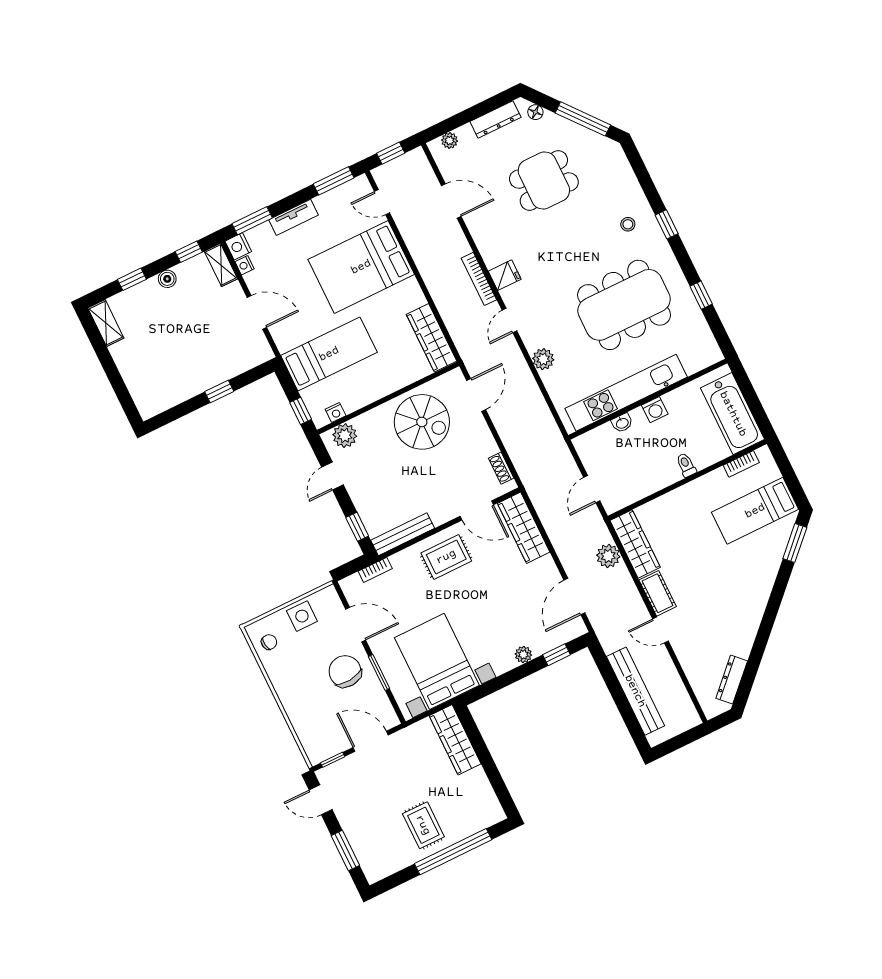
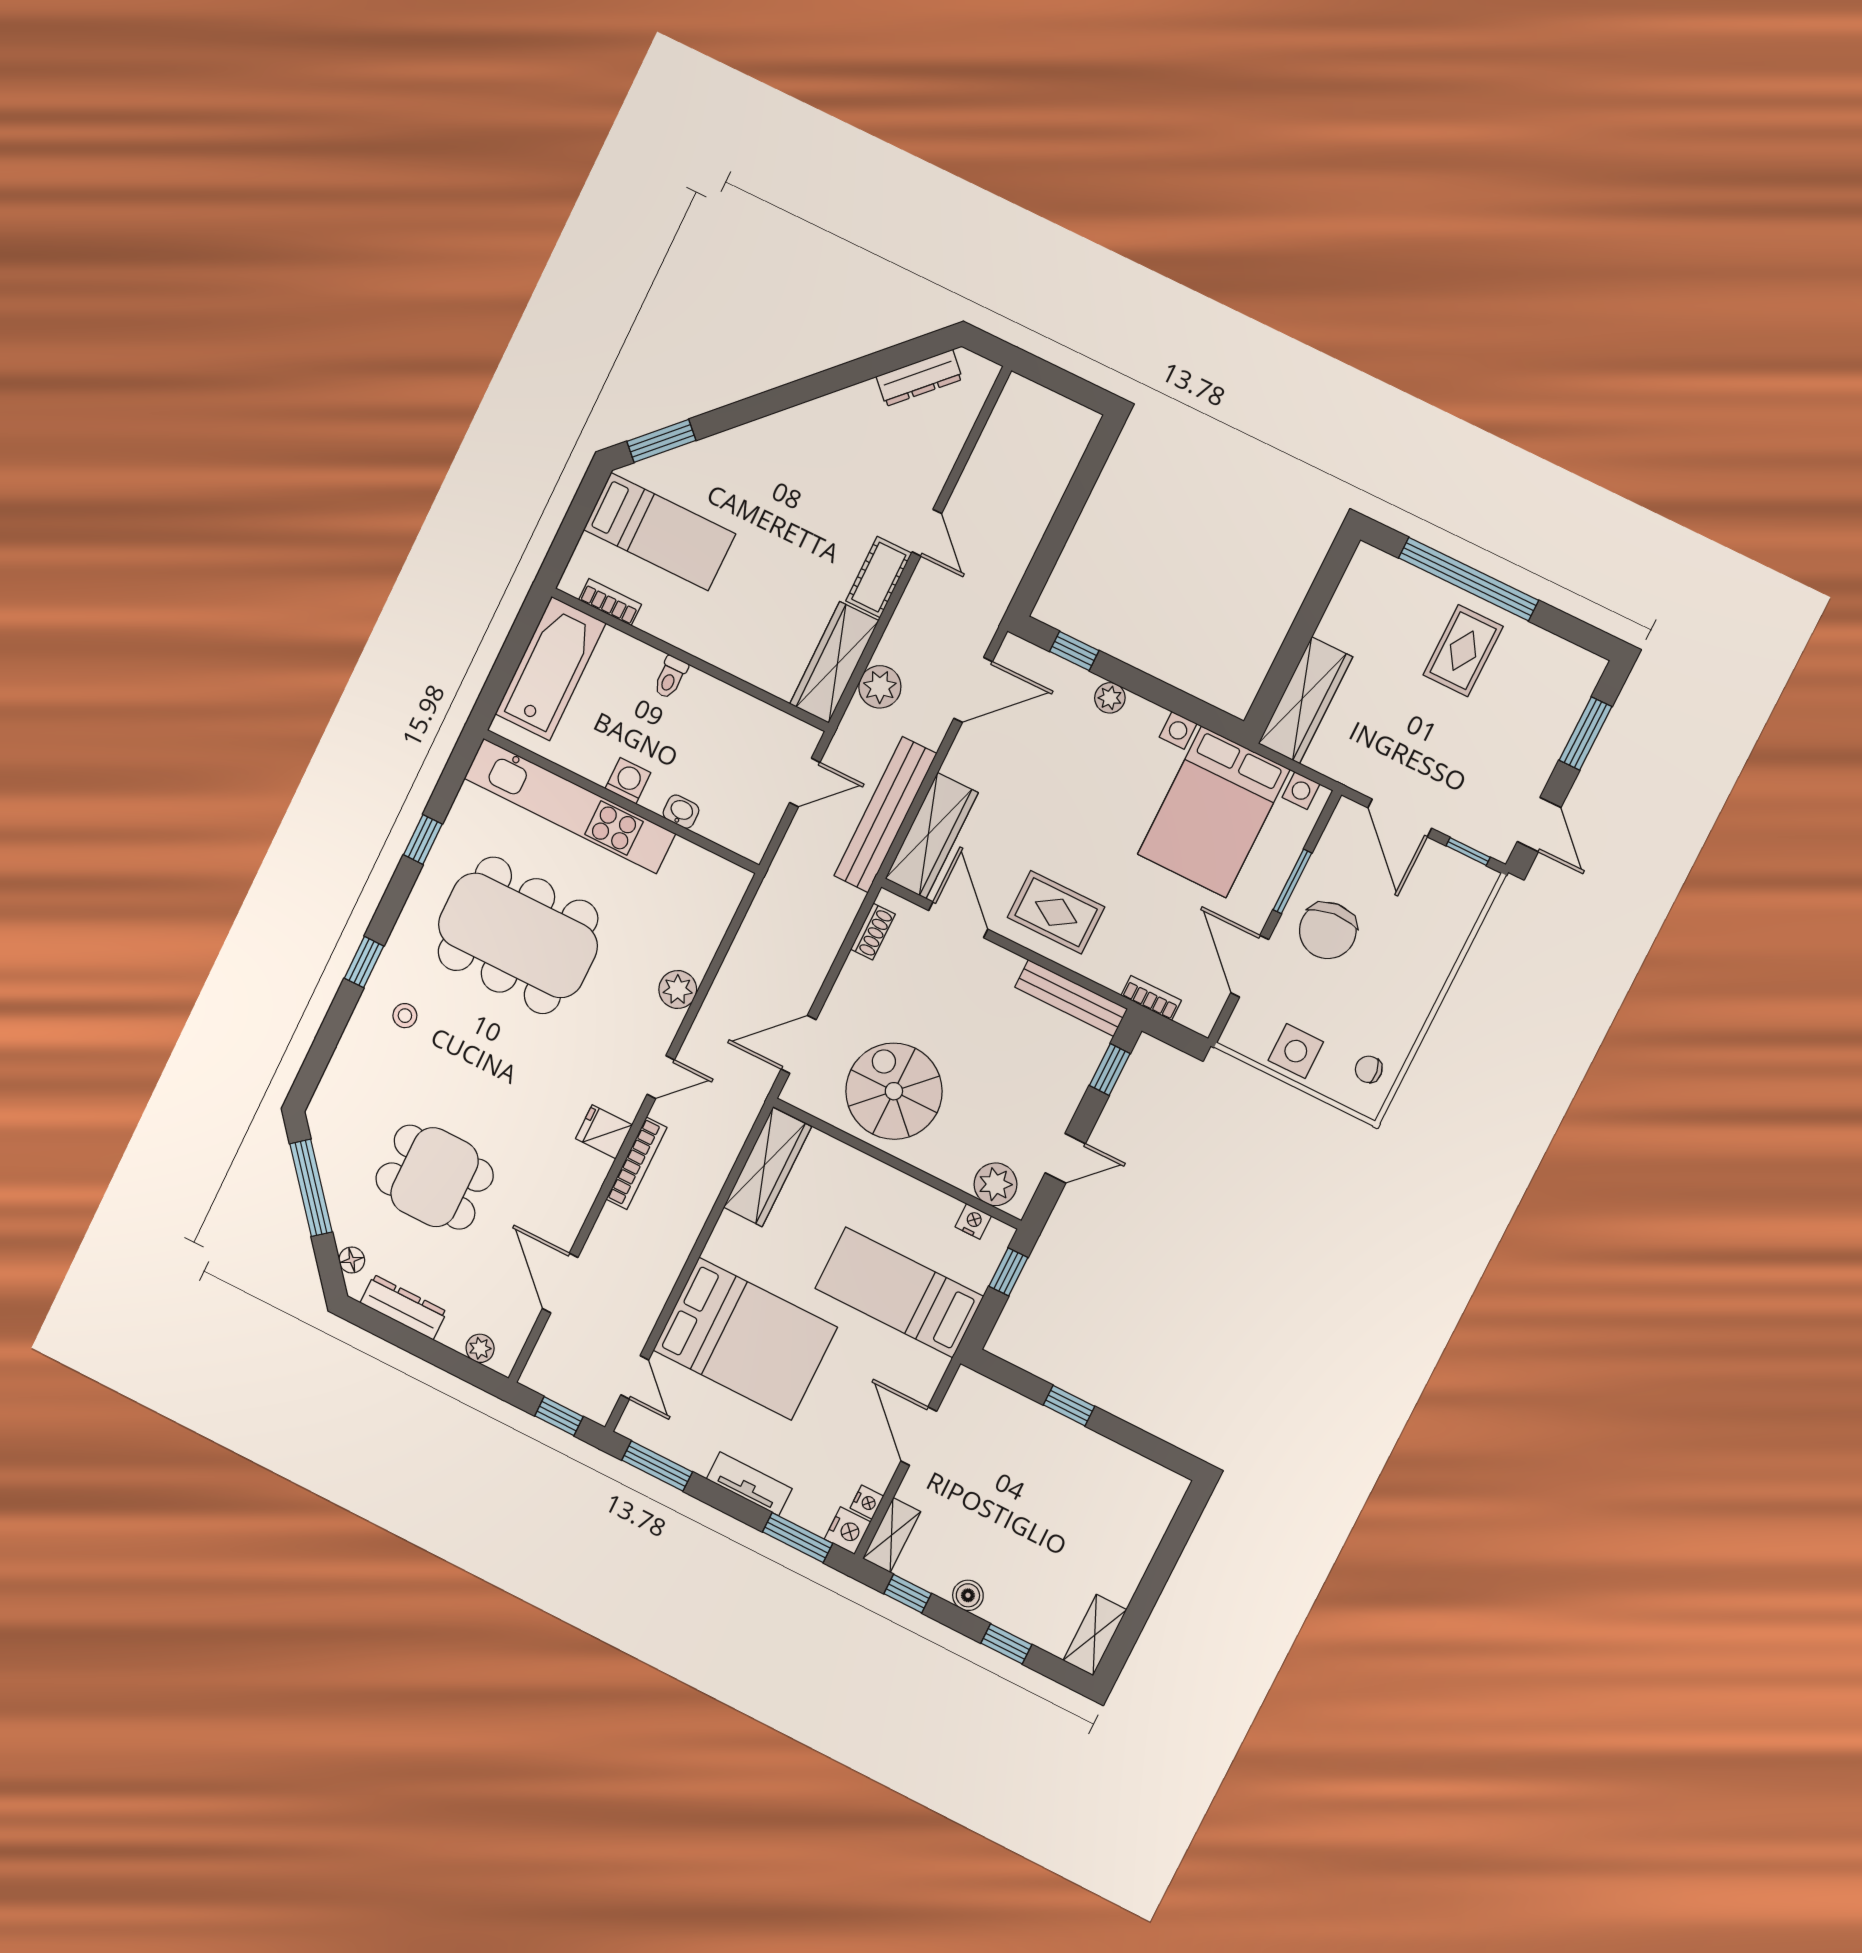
kitchen unit: (626, 393) -> (570, 806), moved
bench: (635, 691) -> (885, 815), moved

